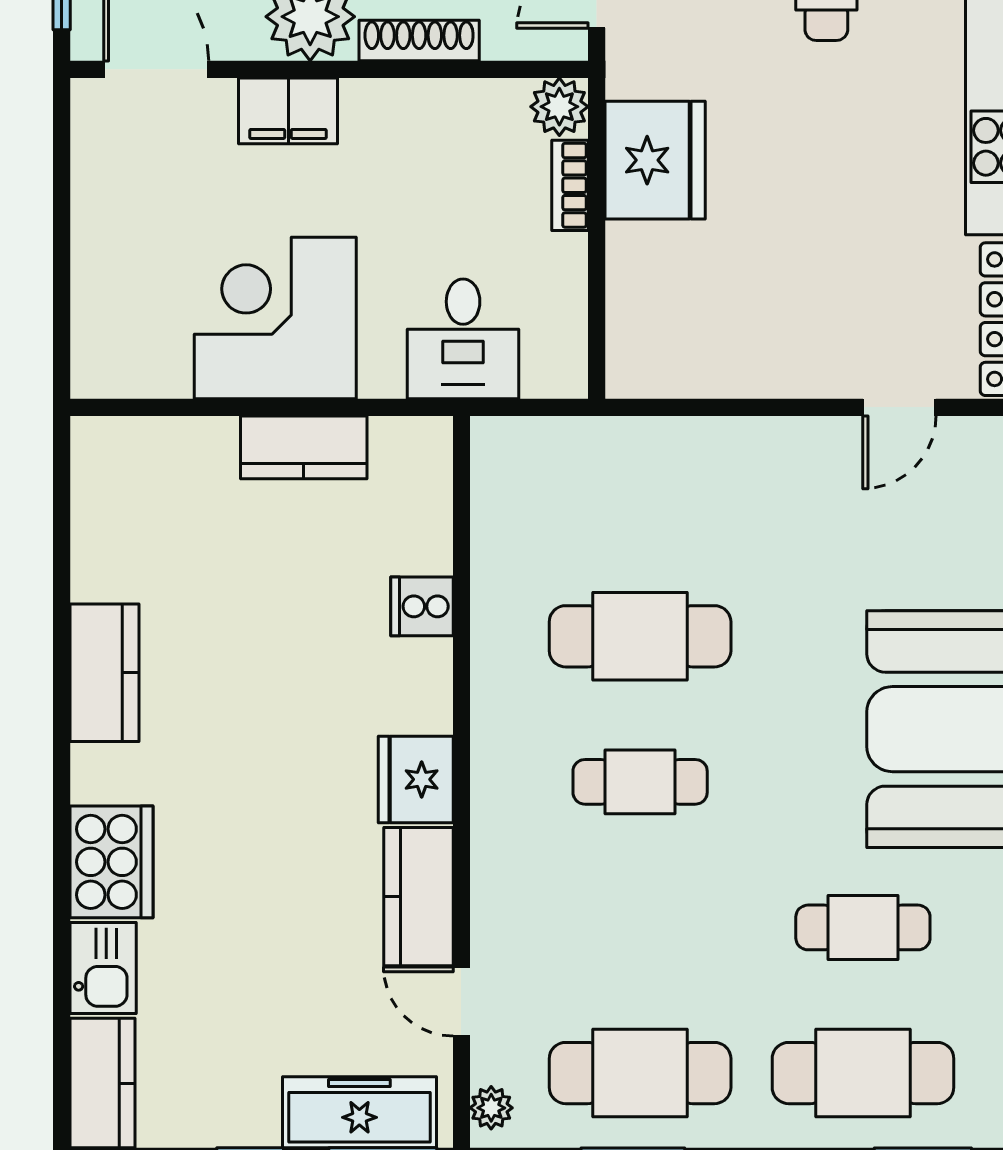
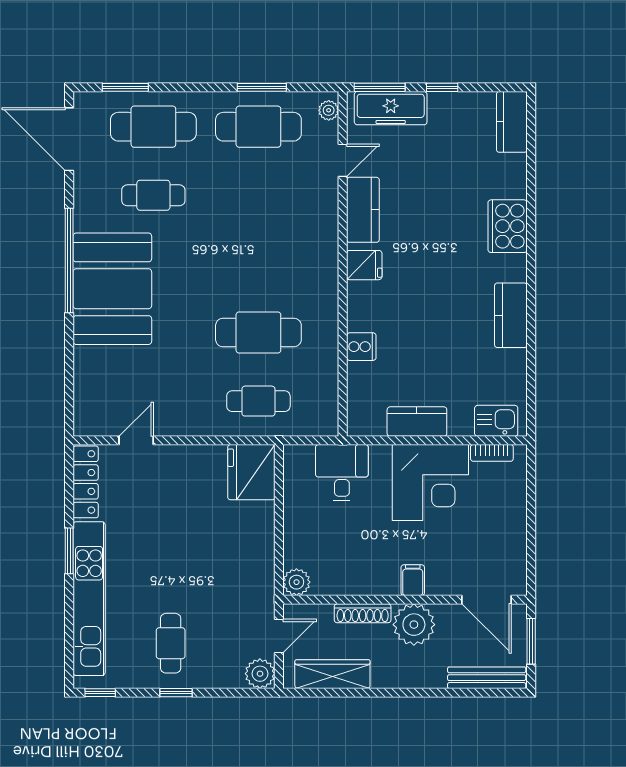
filing cabinet: (288, 111) -> (413, 580), width x0.50
fridge: (655, 160) -> (251, 472), moved
bookcase: (570, 185) -> (492, 453), moved, turned 90
fridge: (416, 779) -> (364, 265), width x0.72
cafe table: (640, 782) -> (258, 401), moved
kitchen sink: (103, 968) -> (496, 421), moved, turned 90
door: (461, 1001) -> (343, 160), hinge flipped

